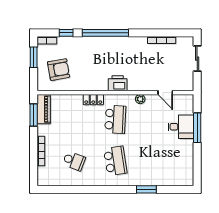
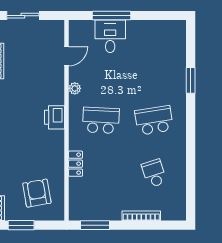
locker: (93, 100) -> (76, 164), moved
piano: (44, 109) -> (88, 212), removed
school desk: (74, 161) -> (154, 173), turned -39

